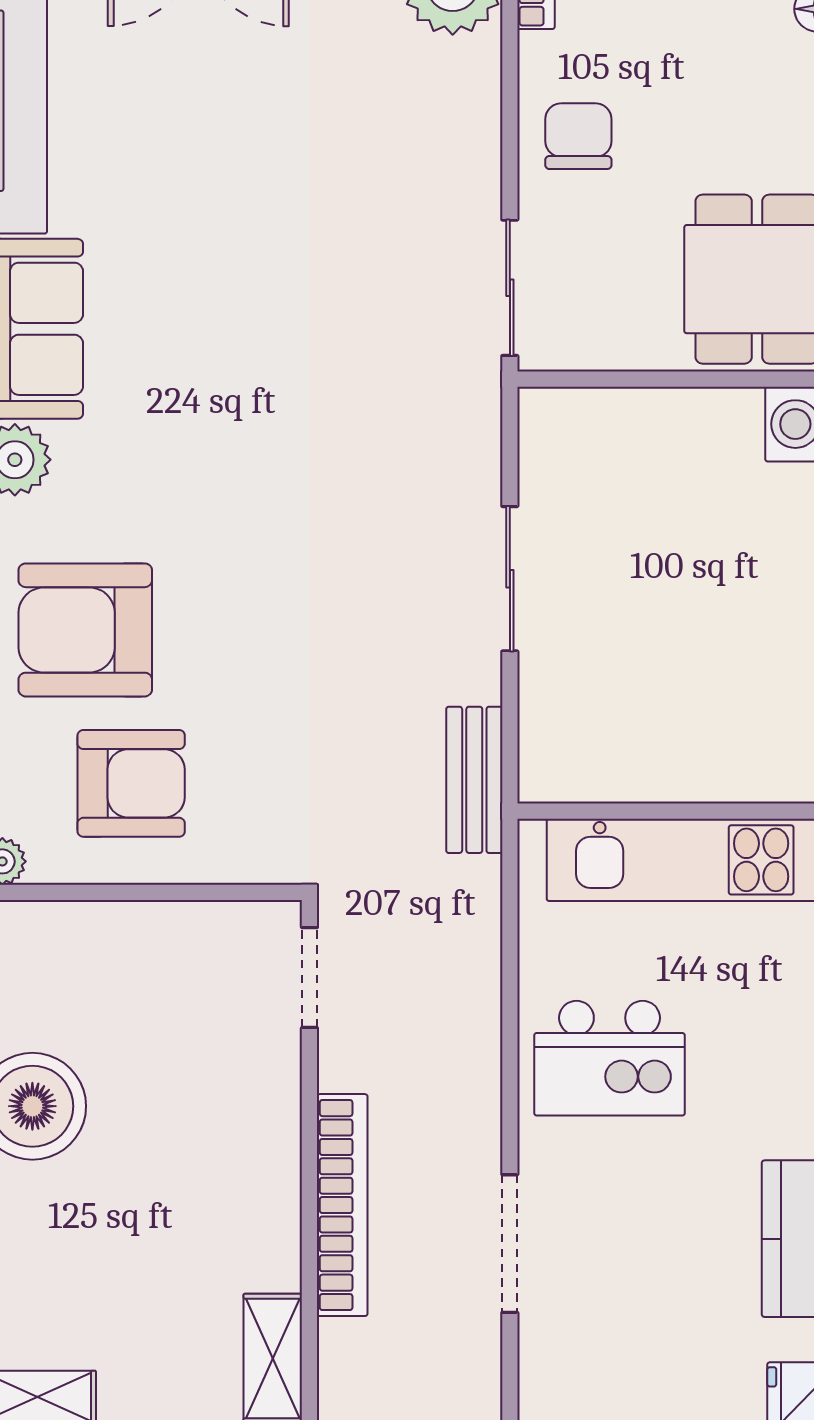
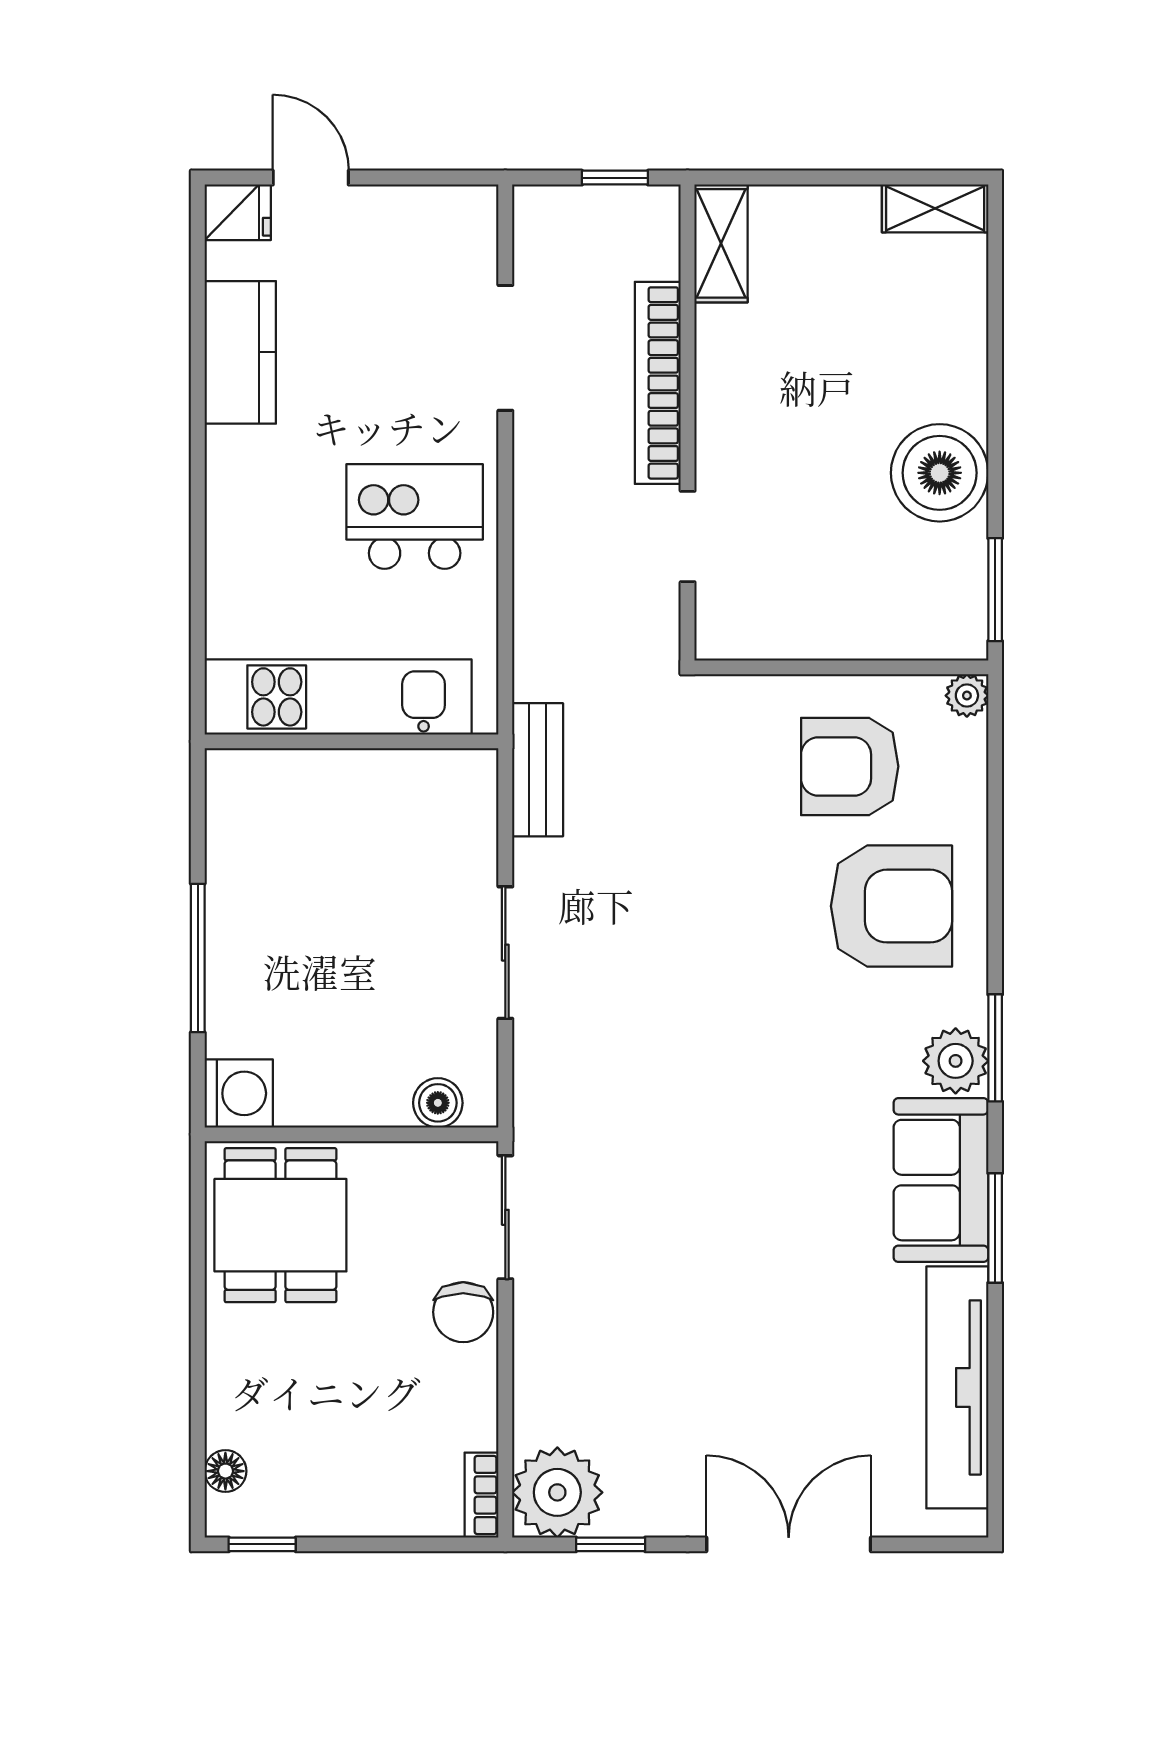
chair: (578, 136) -> (463, 1312), moved
boiler: (584, 414) -> (438, 1103), added
doorway: (309, 978) -> (688, 536), moved

